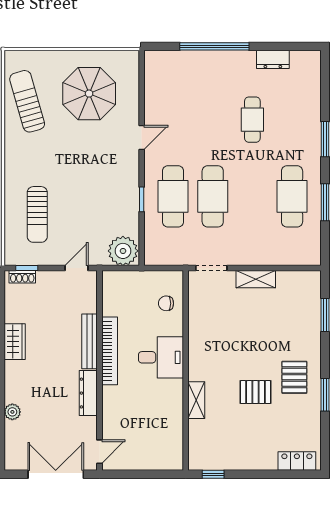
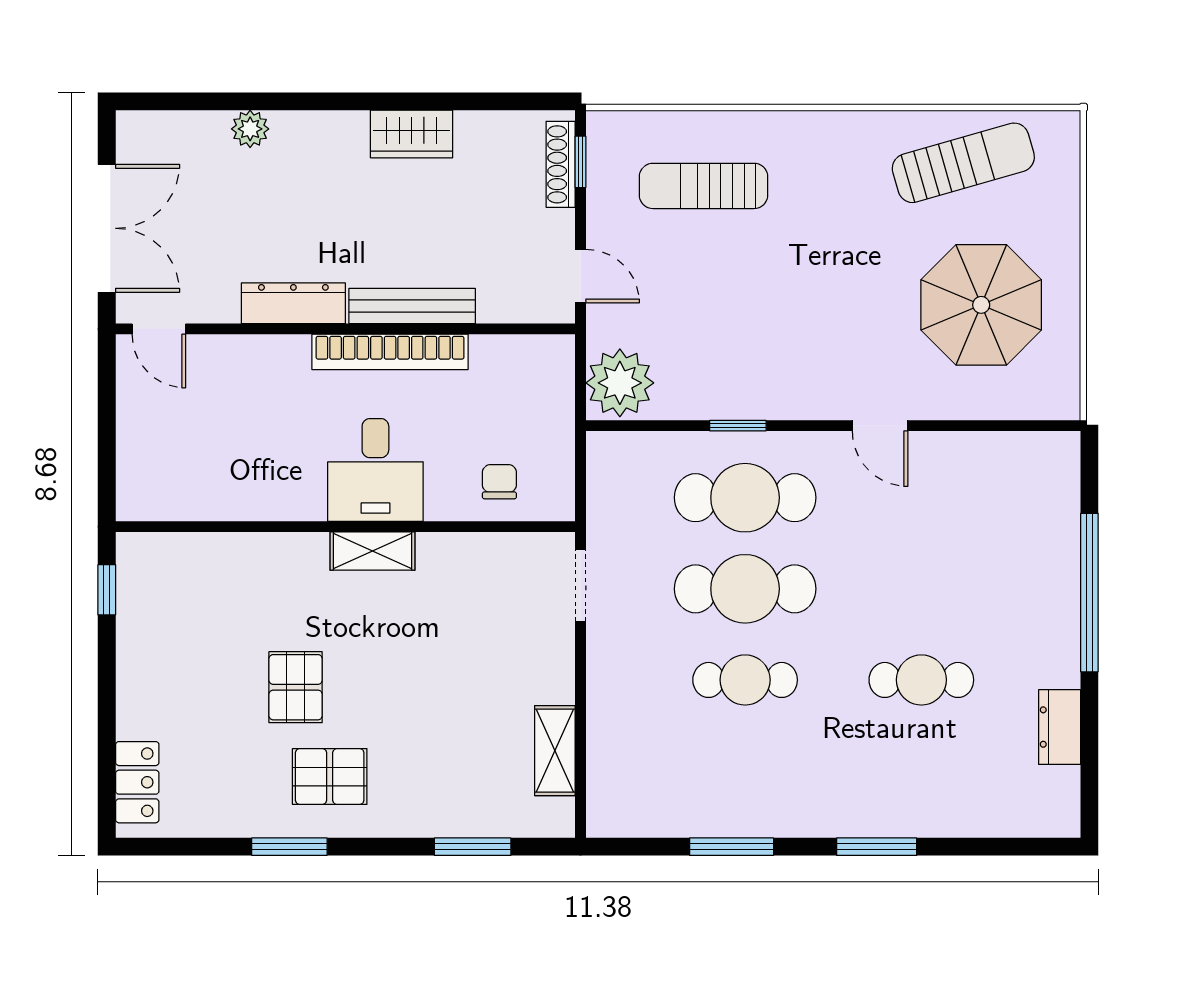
cafe table: (292, 196) -> (745, 680), moved, width x0.73, depth x0.74
shoe rack: (22, 277) -> (561, 164), width x1.43
shelving: (256, 279) -> (555, 751), moved
shelving: (196, 400) -> (372, 551), moved

